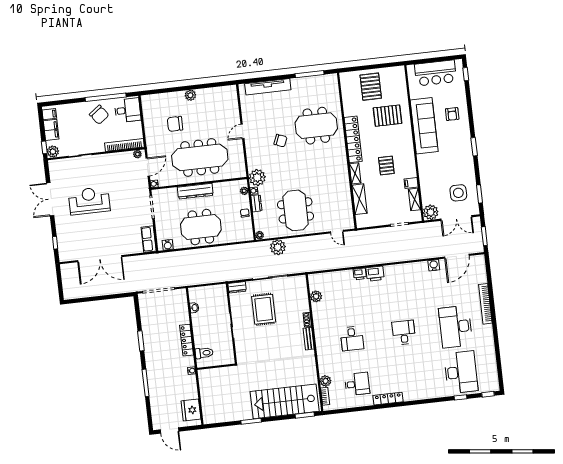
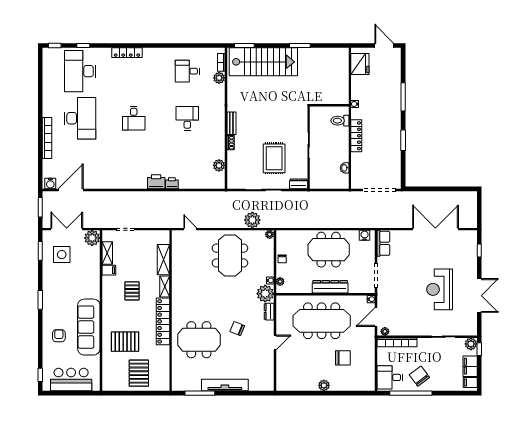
tv unit: (268, 87) -> (225, 385), moved
reception desk: (89, 201) -> (440, 289), turned 90
dresser: (256, 203) -> (269, 312), moved
water cooler: (434, 265) -> (50, 183), moved
locker: (388, 399) -> (127, 53), moved

